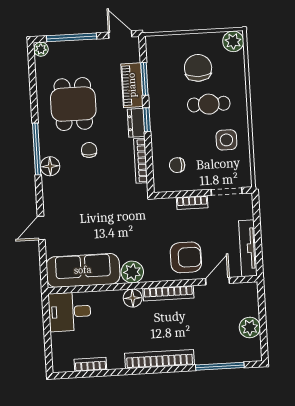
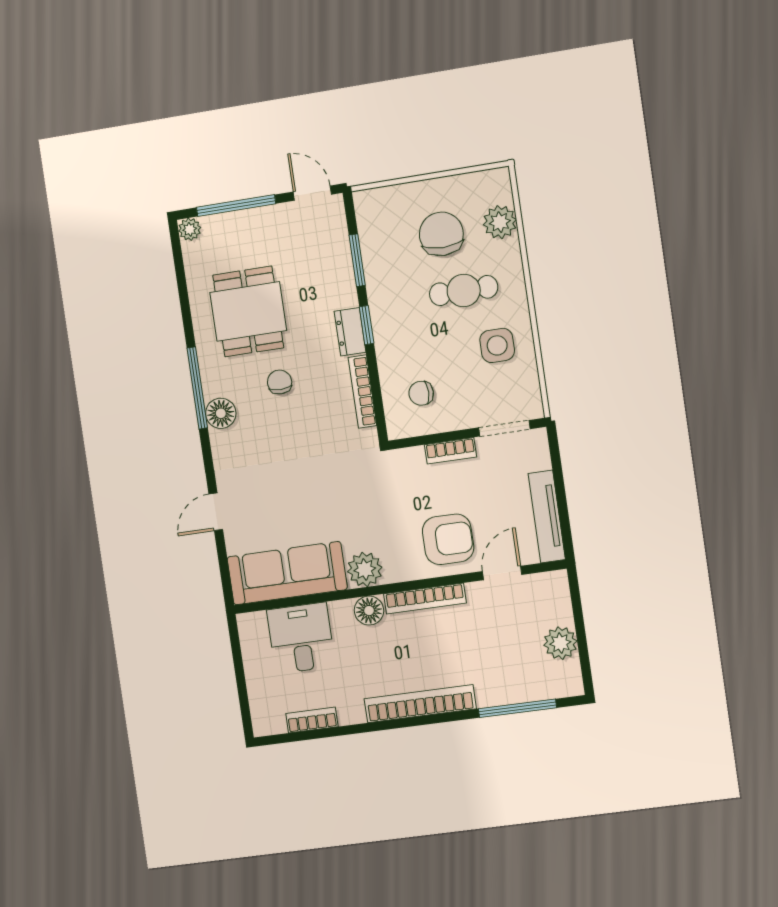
plant: (233, 41) -> (500, 222), moved
piano: (132, 85) -> (338, 272), removed
desk: (70, 312) -> (301, 638), moved, turned 90

